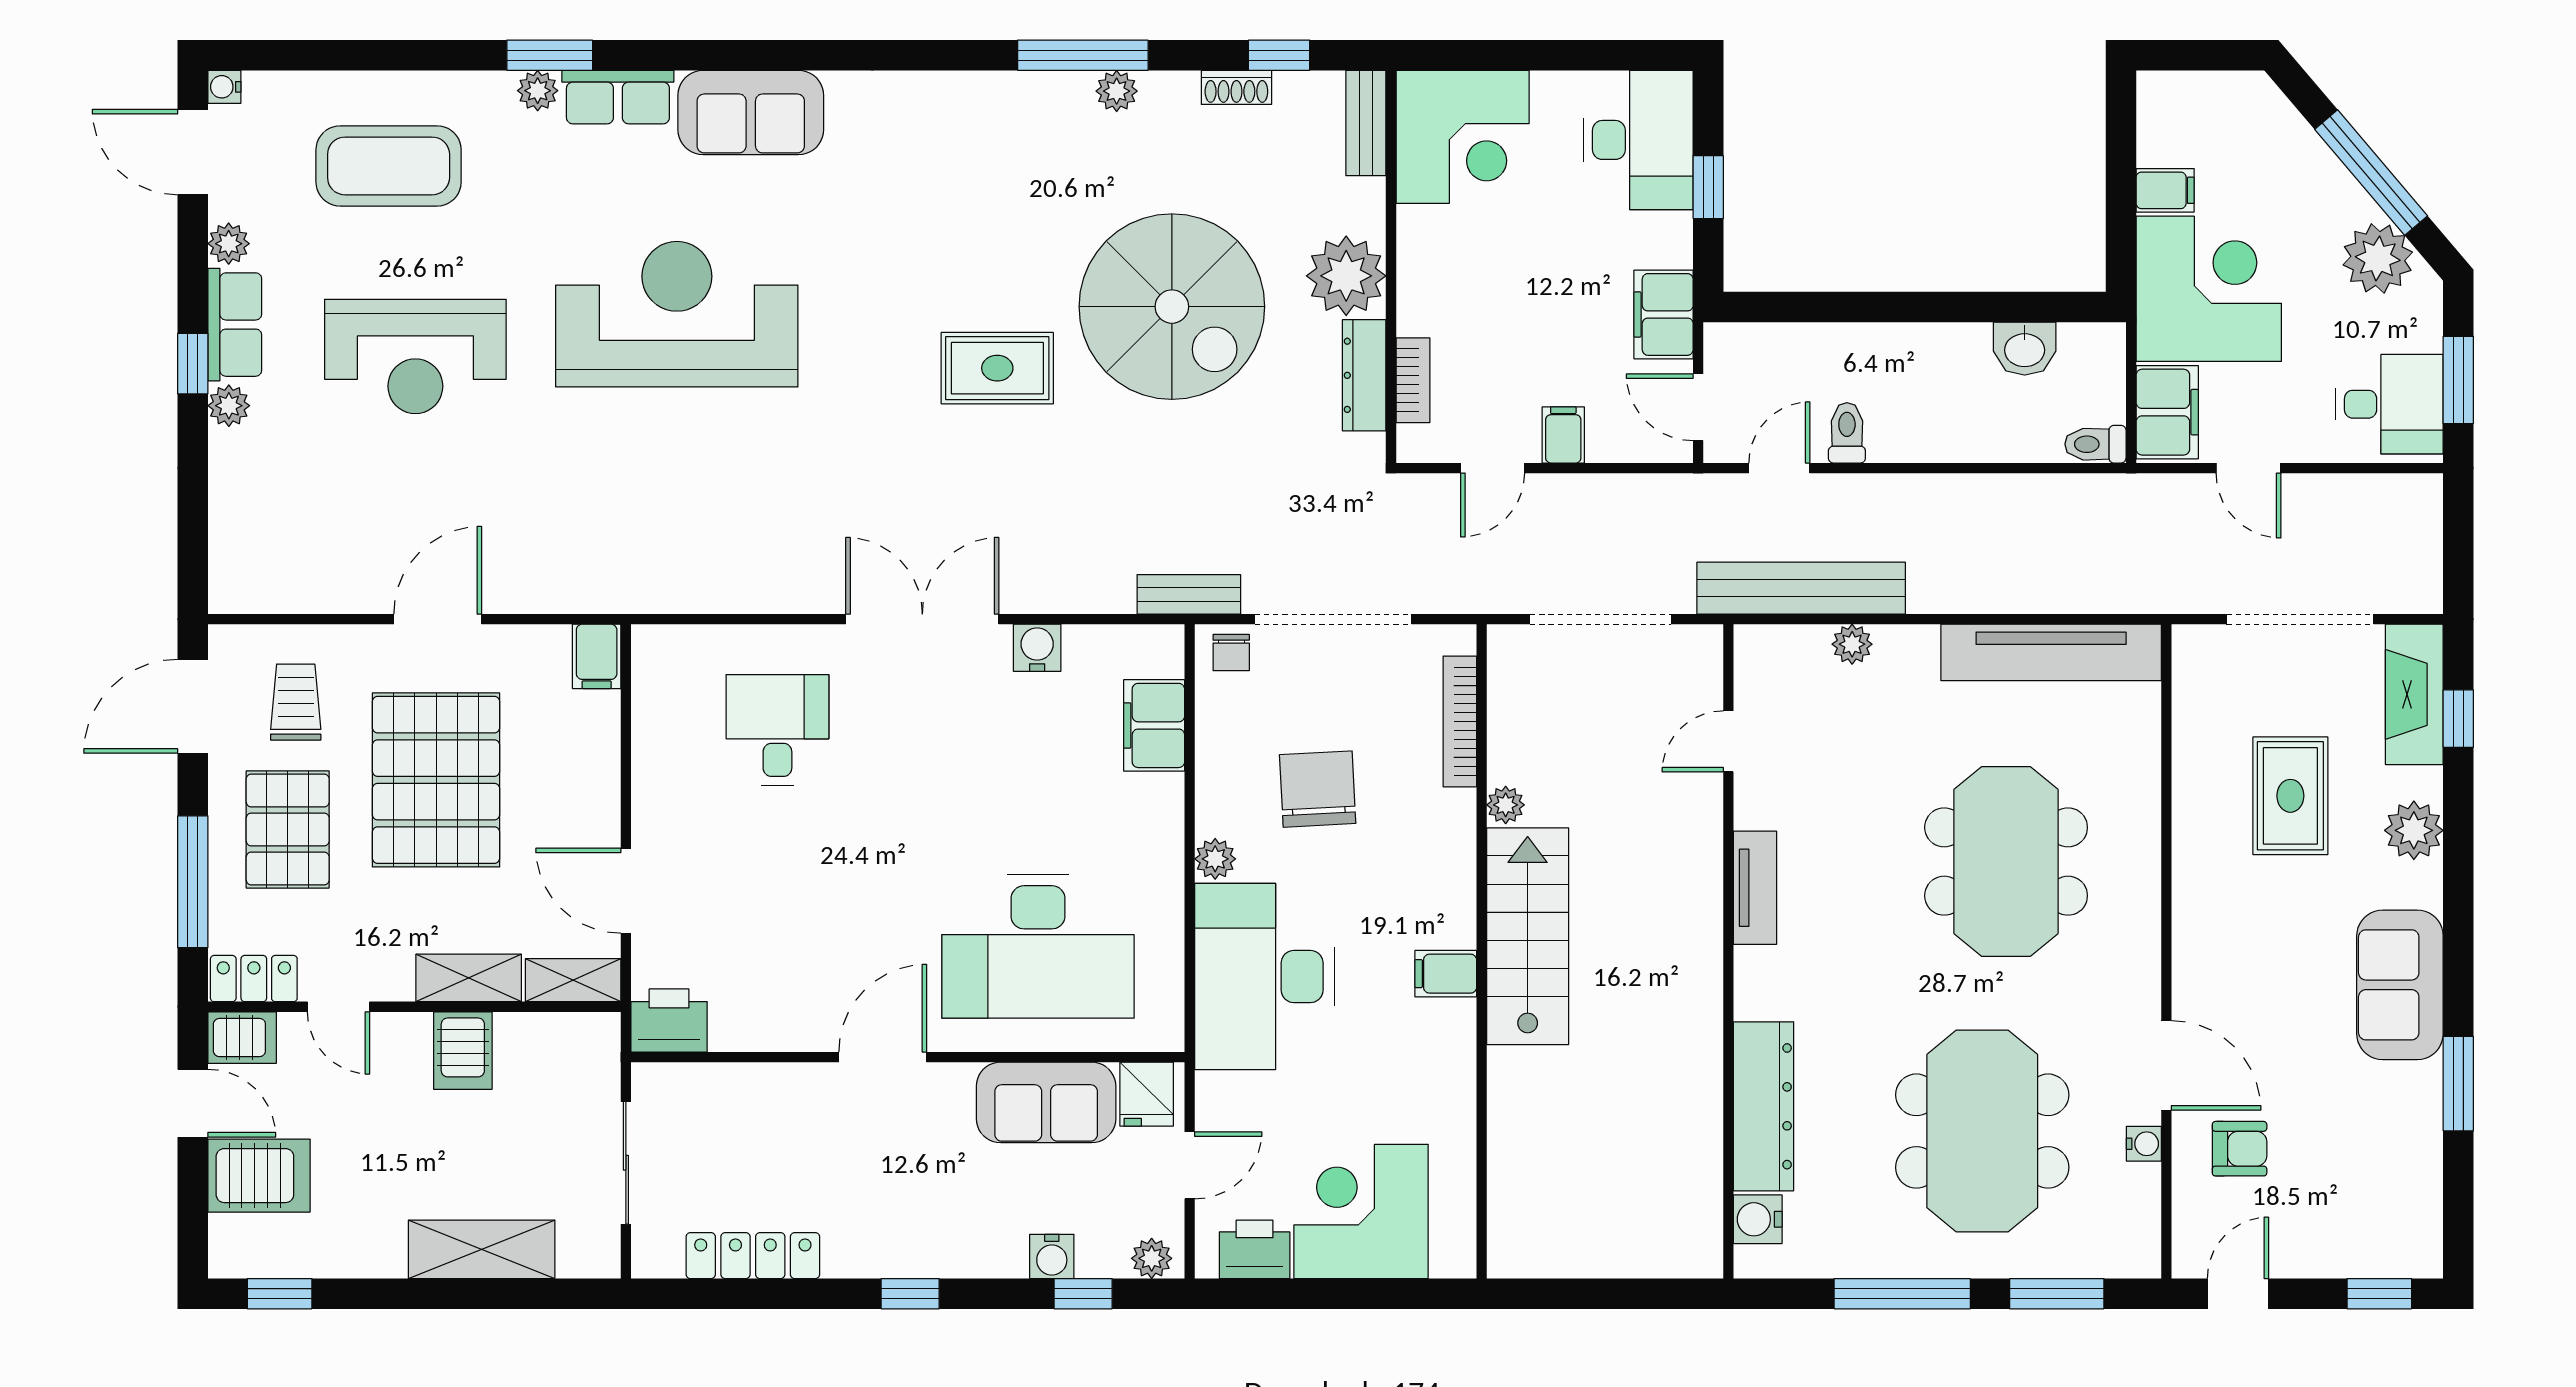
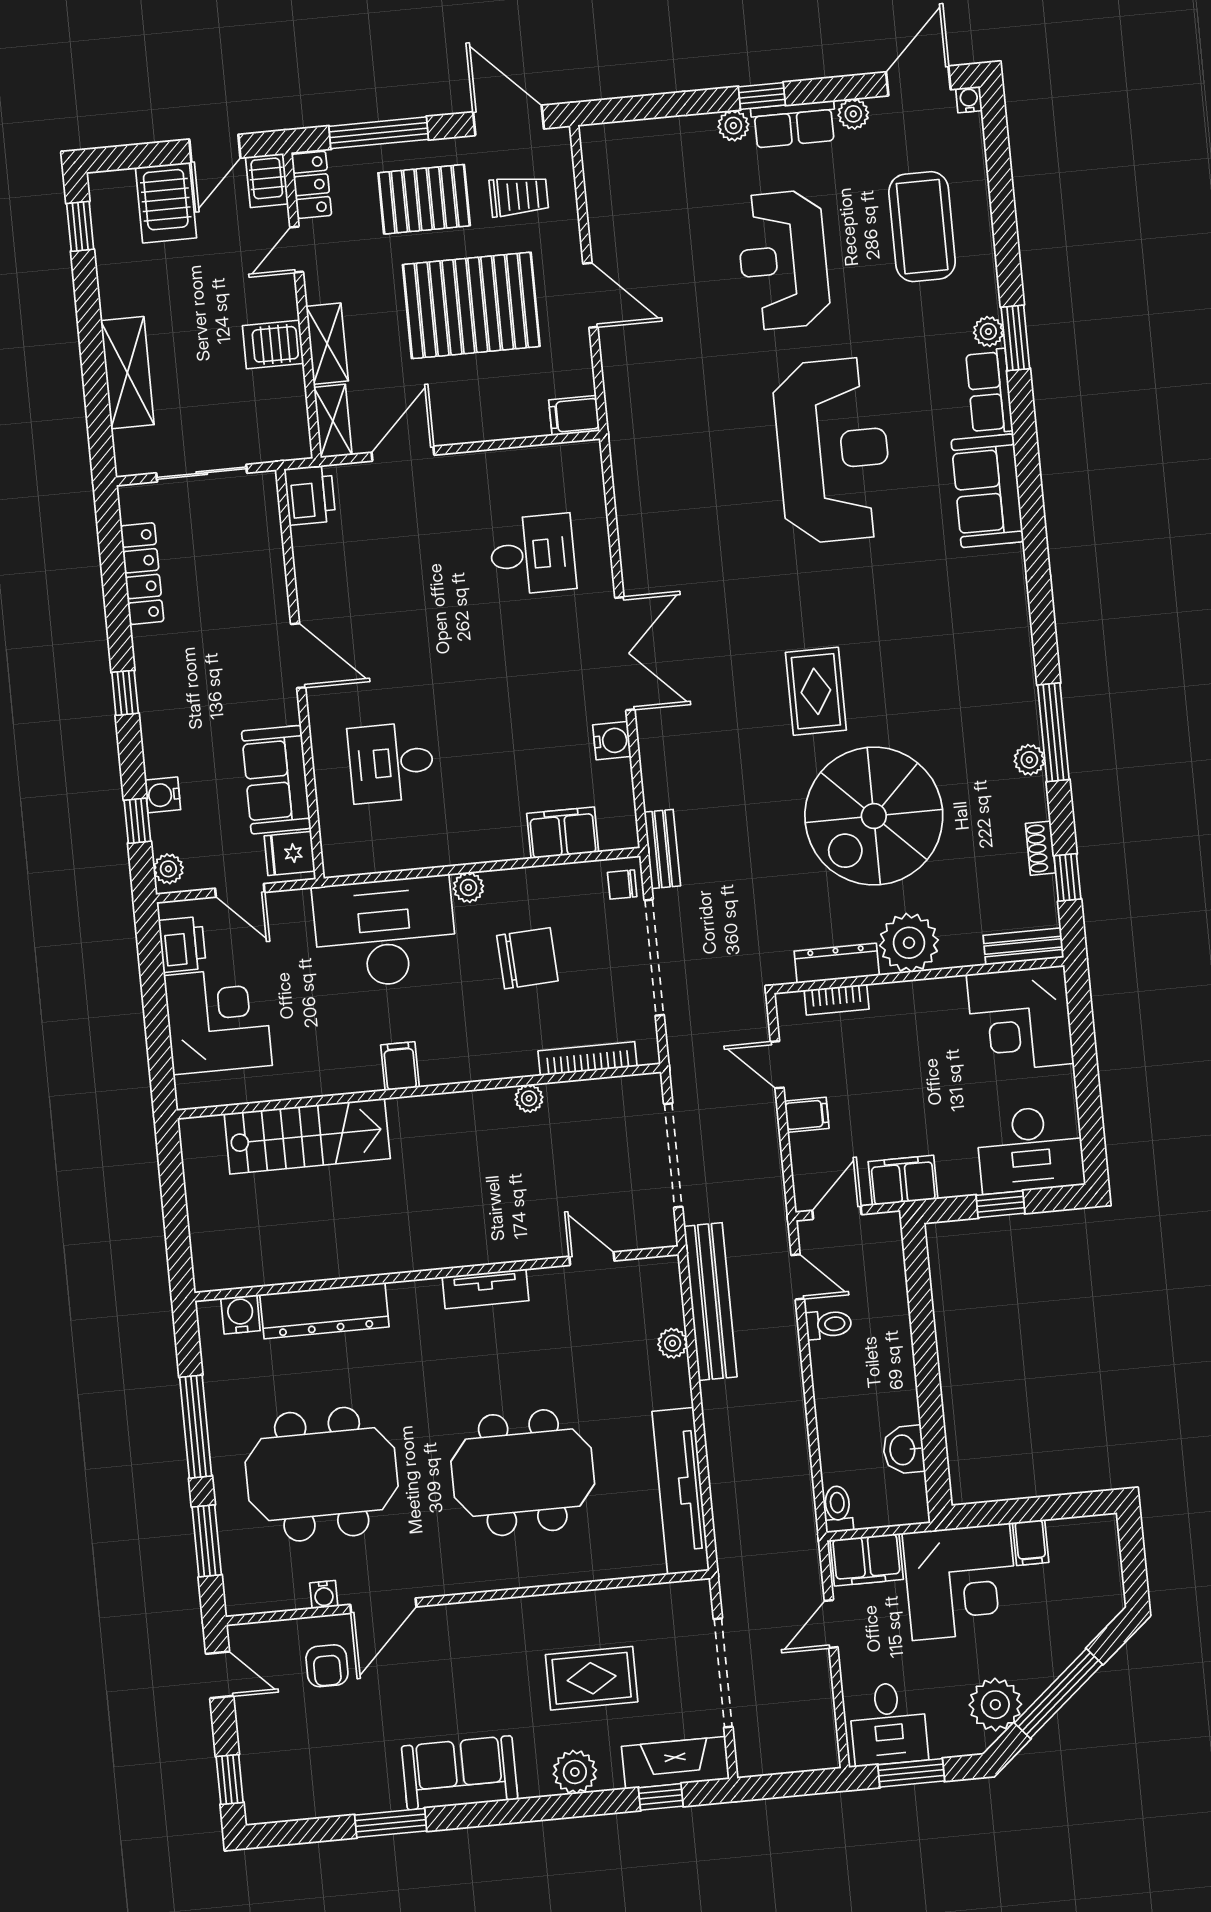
stairs: (1528, 936) -> (307, 1136), moved
desk: (1038, 946) -> (391, 763), width x0.53, depth x0.77

